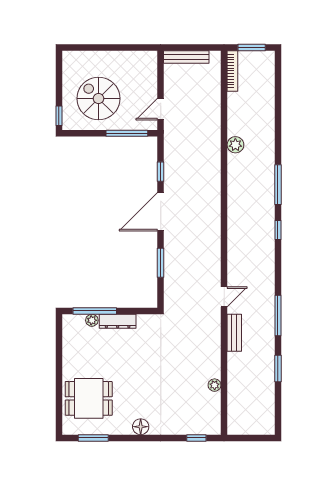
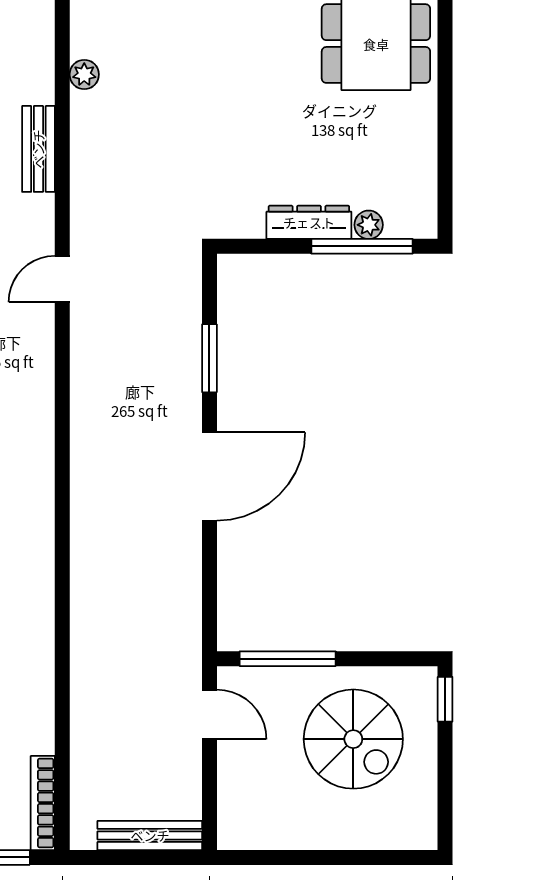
door: (161, 109) -> (209, 714), hinge flipped
plant: (235, 145) -> (36, 632), removed
window: (161, 172) -> (209, 570), removed
bench: (234, 333) -> (38, 149), moved

